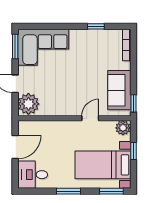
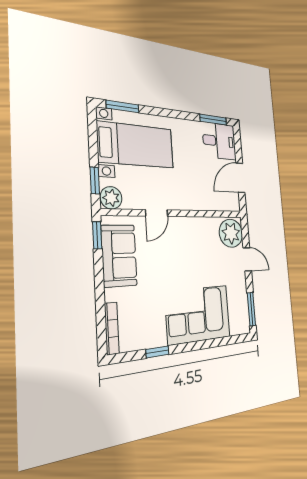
corner sofa: (43, 47) -> (198, 314), moved
window: (134, 151) -> (95, 181), moved
window: (68, 191) -> (213, 120), moved

